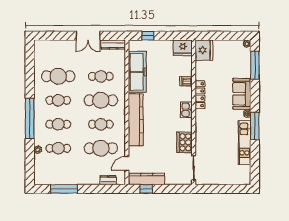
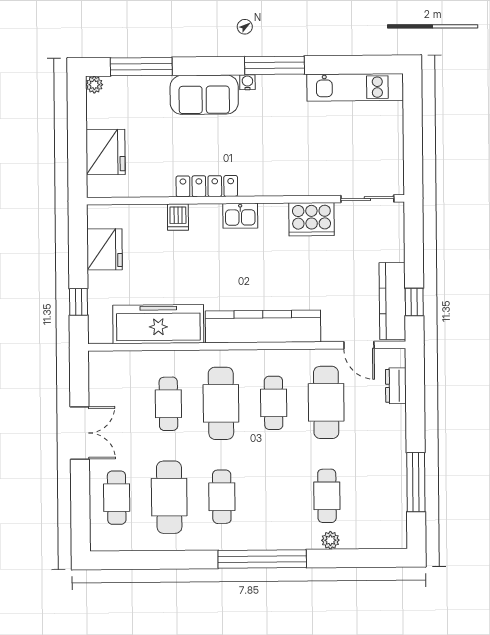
dresser: (113, 45) -> (99, 378), removed
fridge: (183, 48) -> (105, 249), moved
fridge: (204, 50) -> (106, 152), moved, turned 90
cafe table: (58, 124) -> (117, 498), moved
kitchen unit: (245, 143) -> (355, 87), moved

